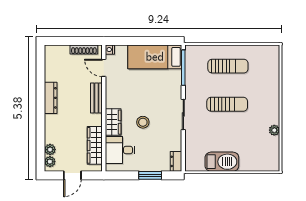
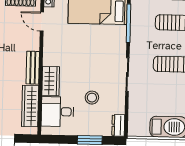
bench: (96, 98) -> (33, 68), moved
stool: (143, 122) -> (92, 98), moved

